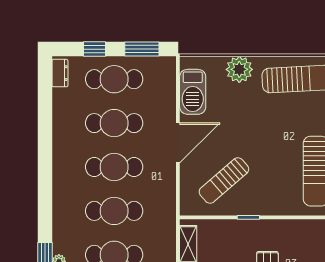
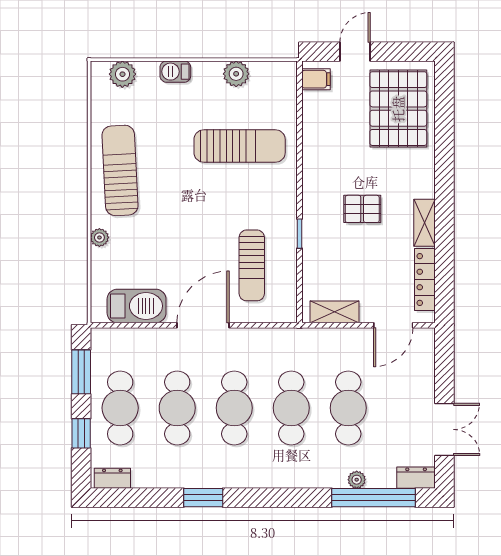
plant: (239, 69) -> (99, 238), width x0.53, depth x0.53
window: (45, 143) -> (203, 498), added
door: (178, 143) -> (203, 325), hinge flipped
sun lounger: (224, 181) -> (252, 265), turned 41

